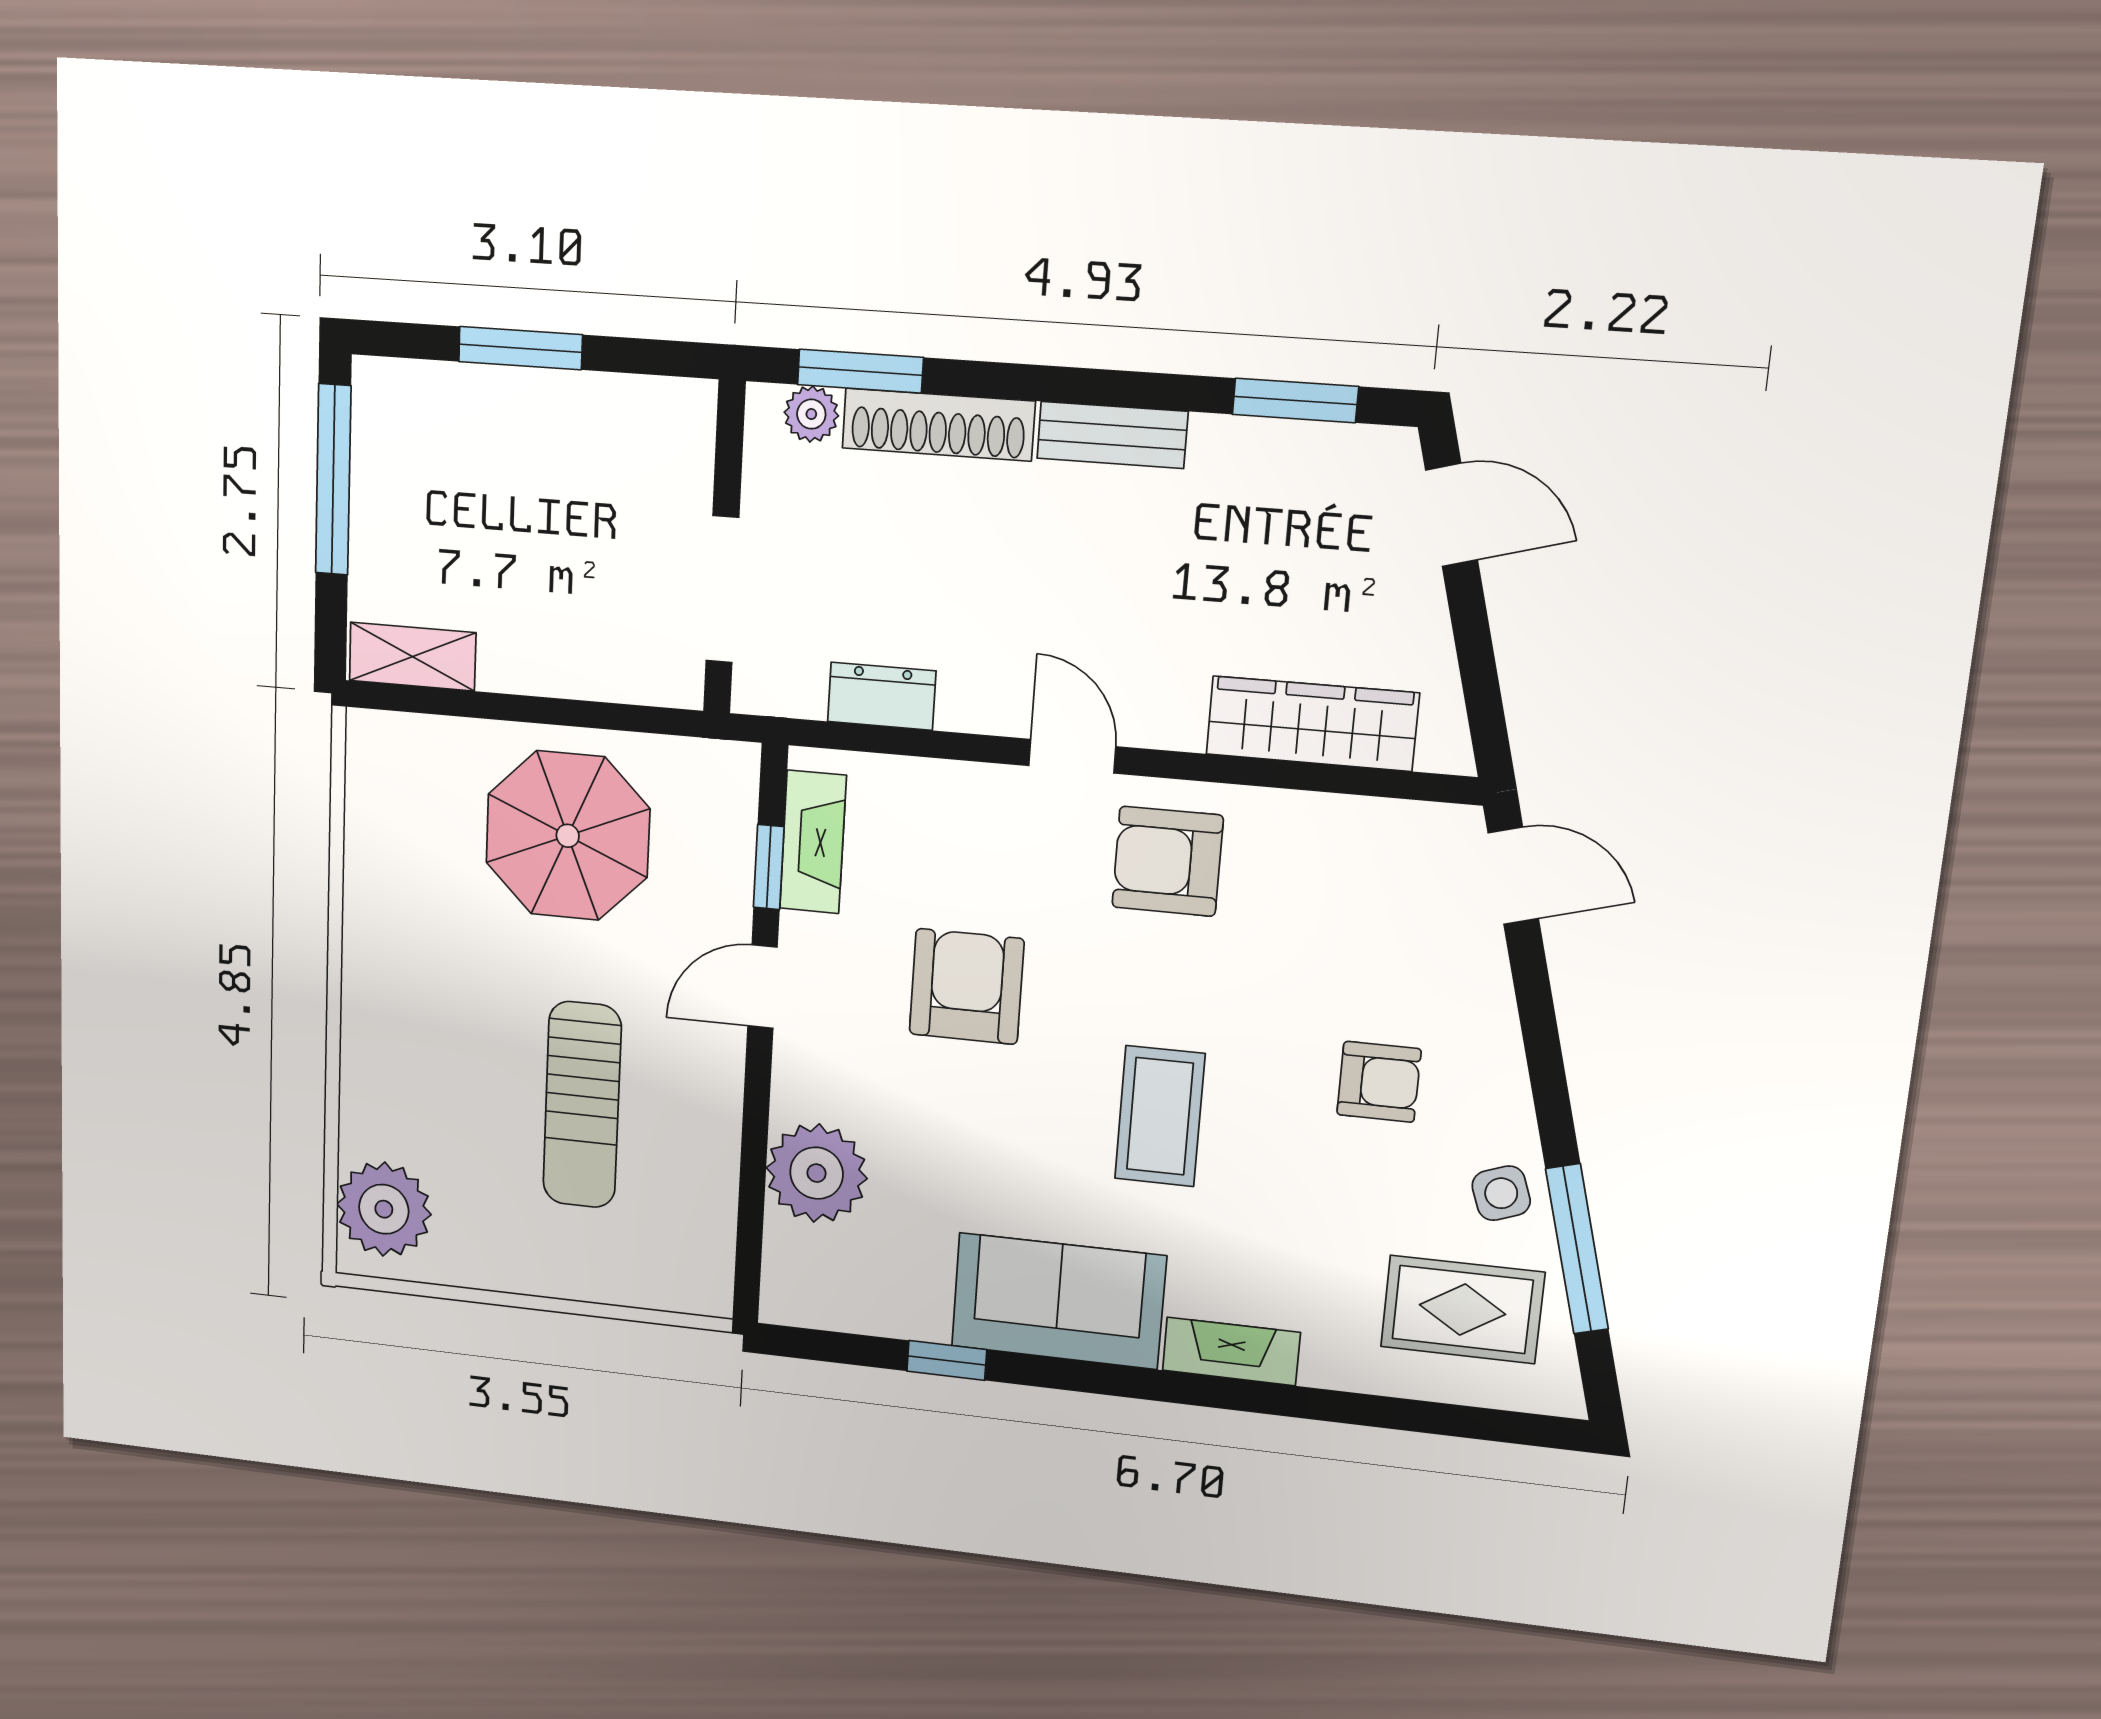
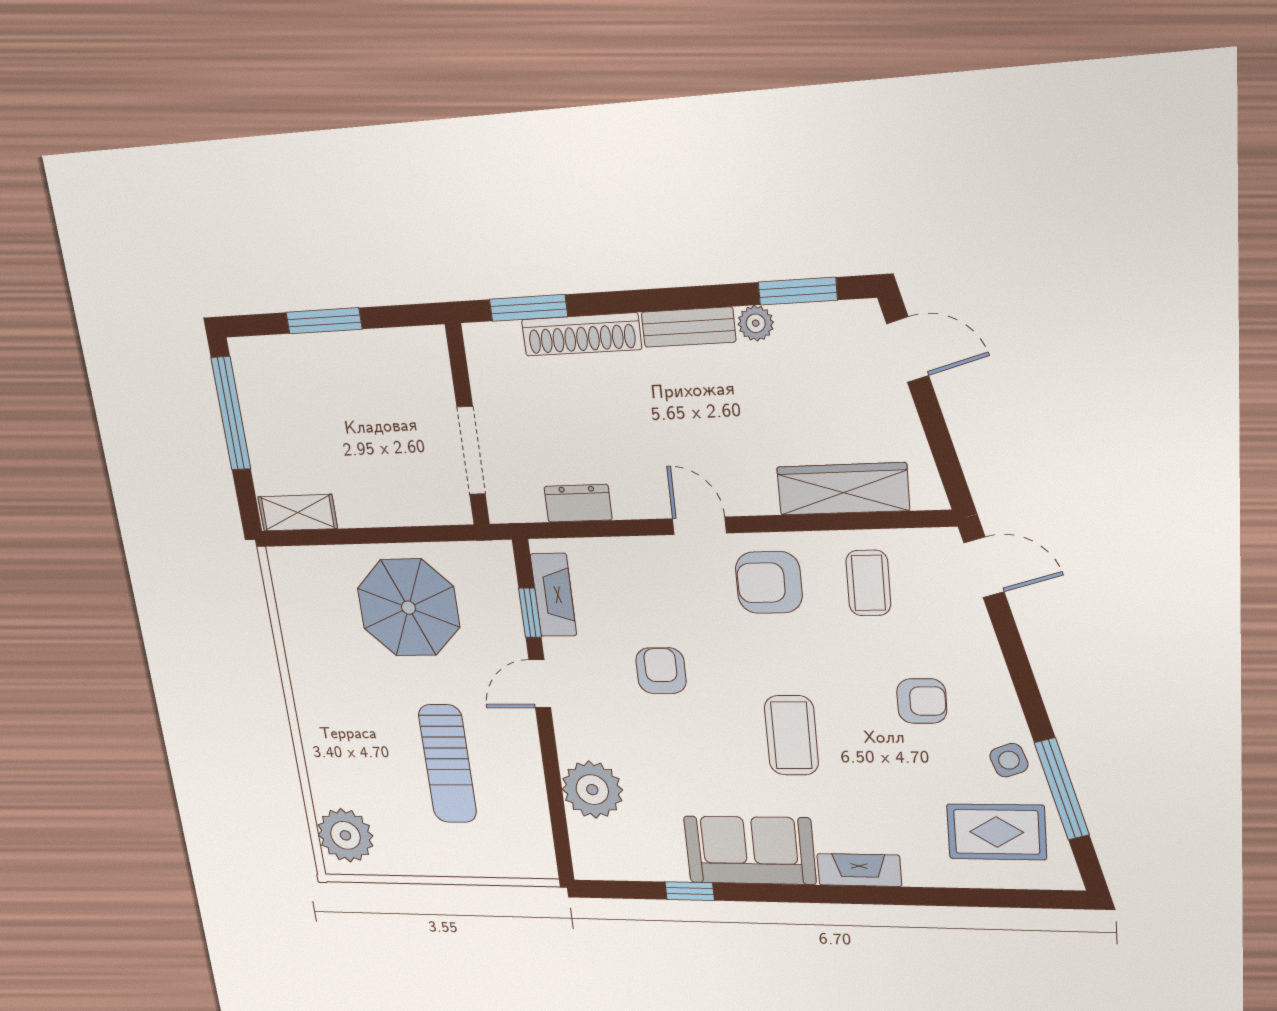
plant: (811, 414) -> (756, 323), moved
coffee table: (1326, 880) -> (868, 583), added
armchair: (967, 987) -> (661, 671), width x0.72, depth x0.72

